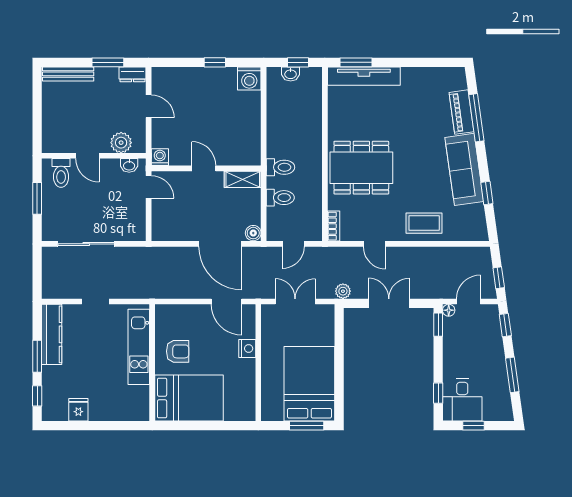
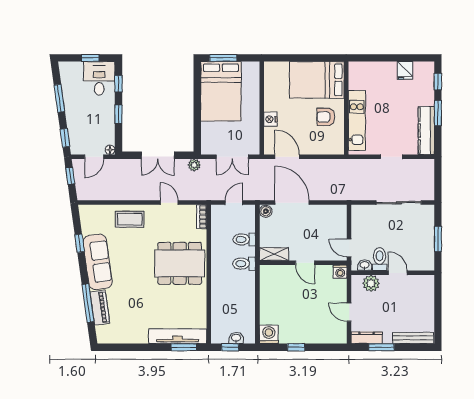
dresser: (132, 74) -> (367, 338), width x1.44
toilet: (61, 173) -> (380, 259), moved
window: (438, 325) -> (118, 114), moved

